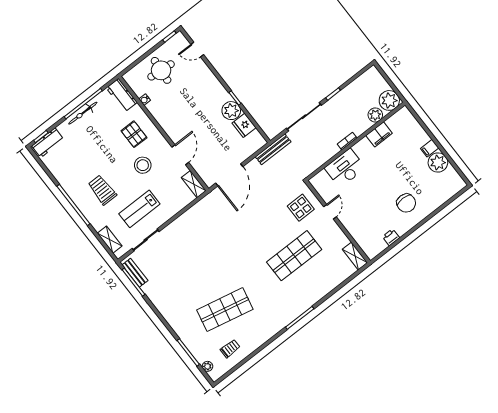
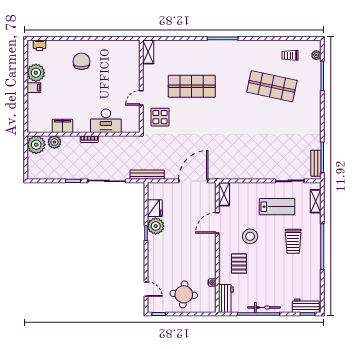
printer: (391, 237) -> (40, 45), moved

